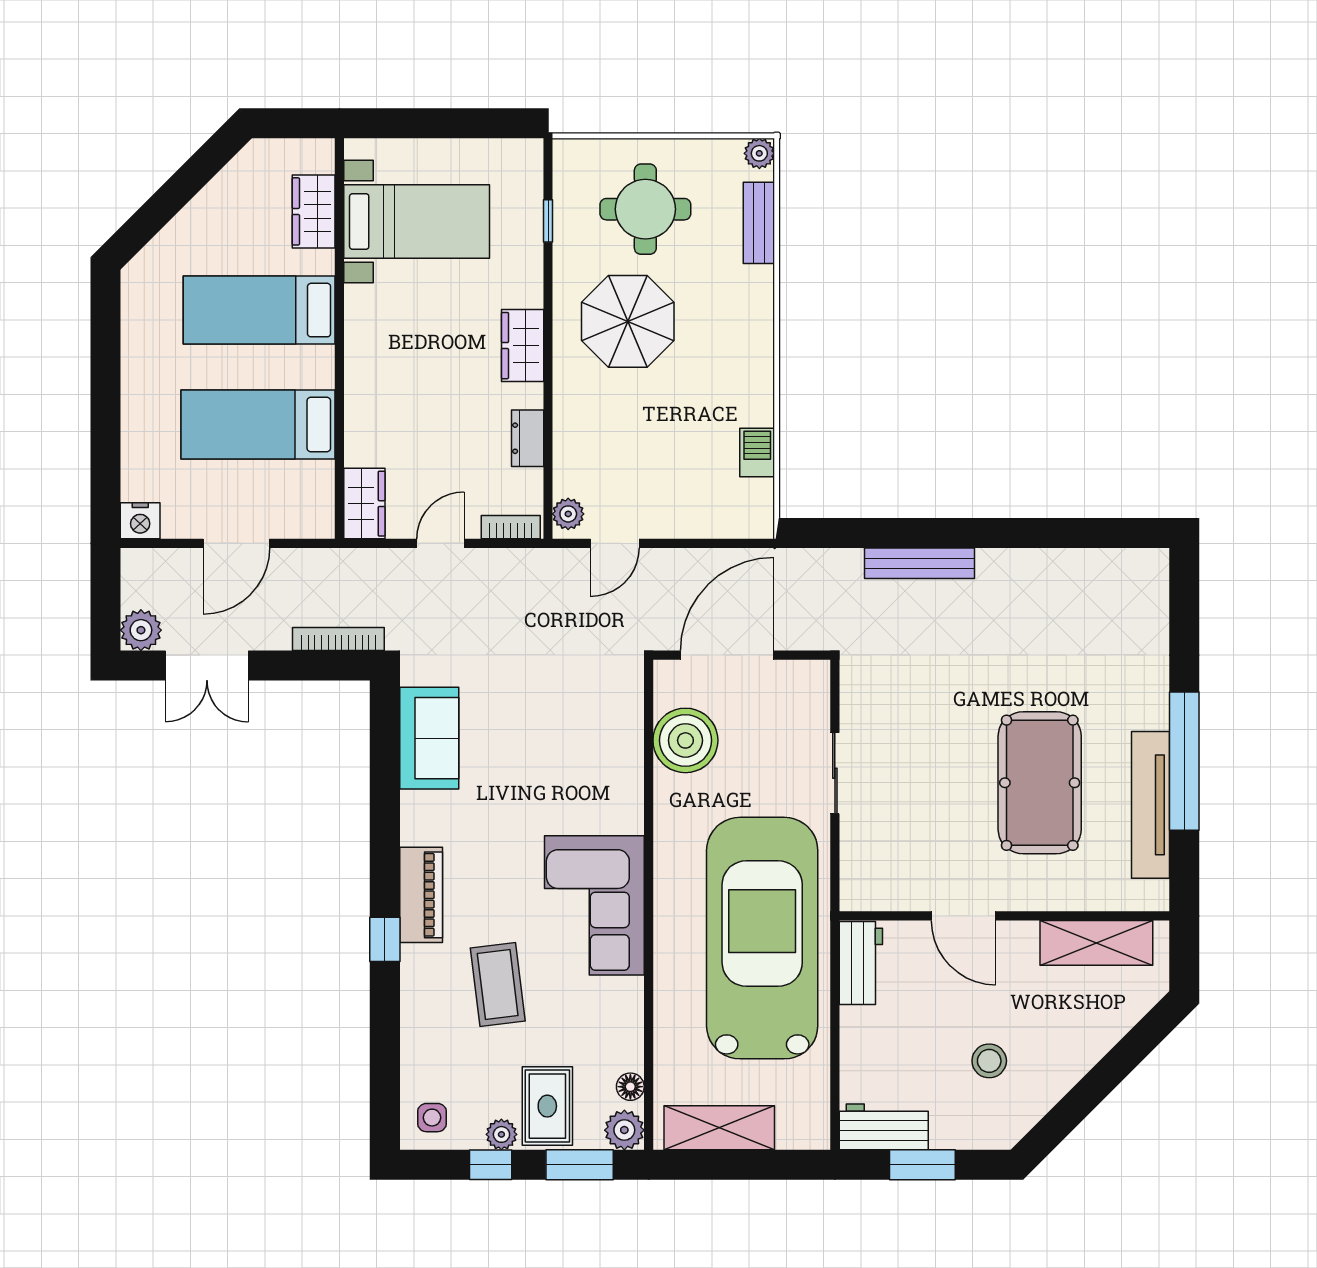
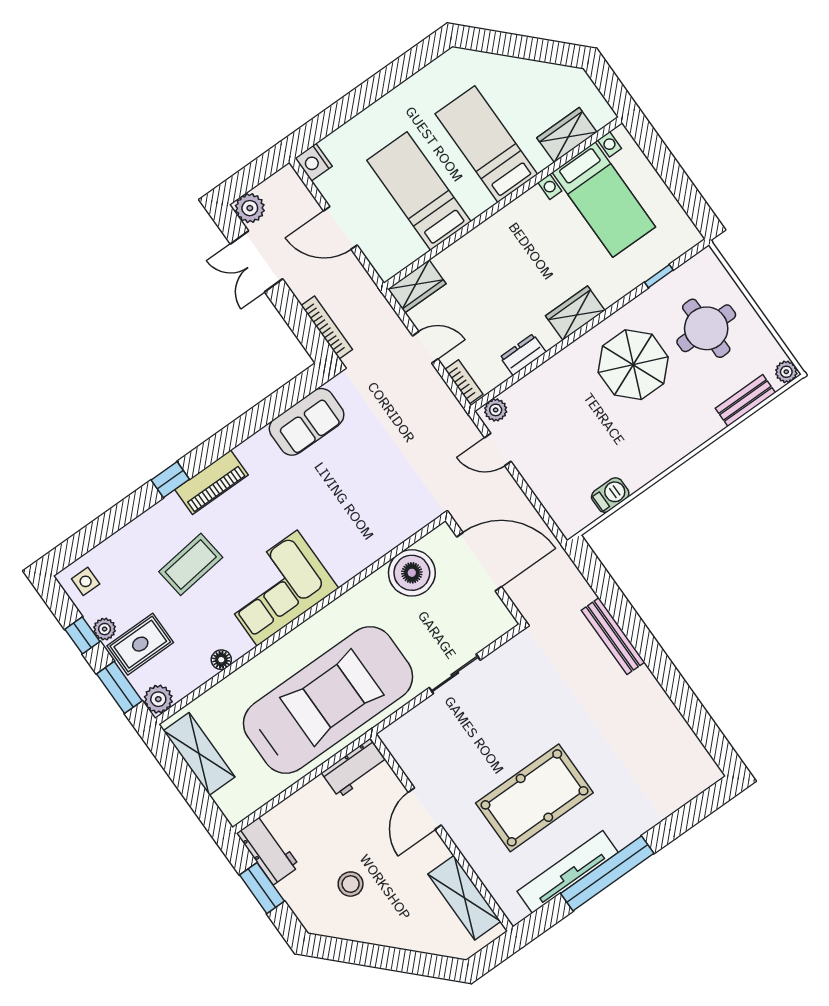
floor lamp: (630, 1087) -> (221, 660), moved

